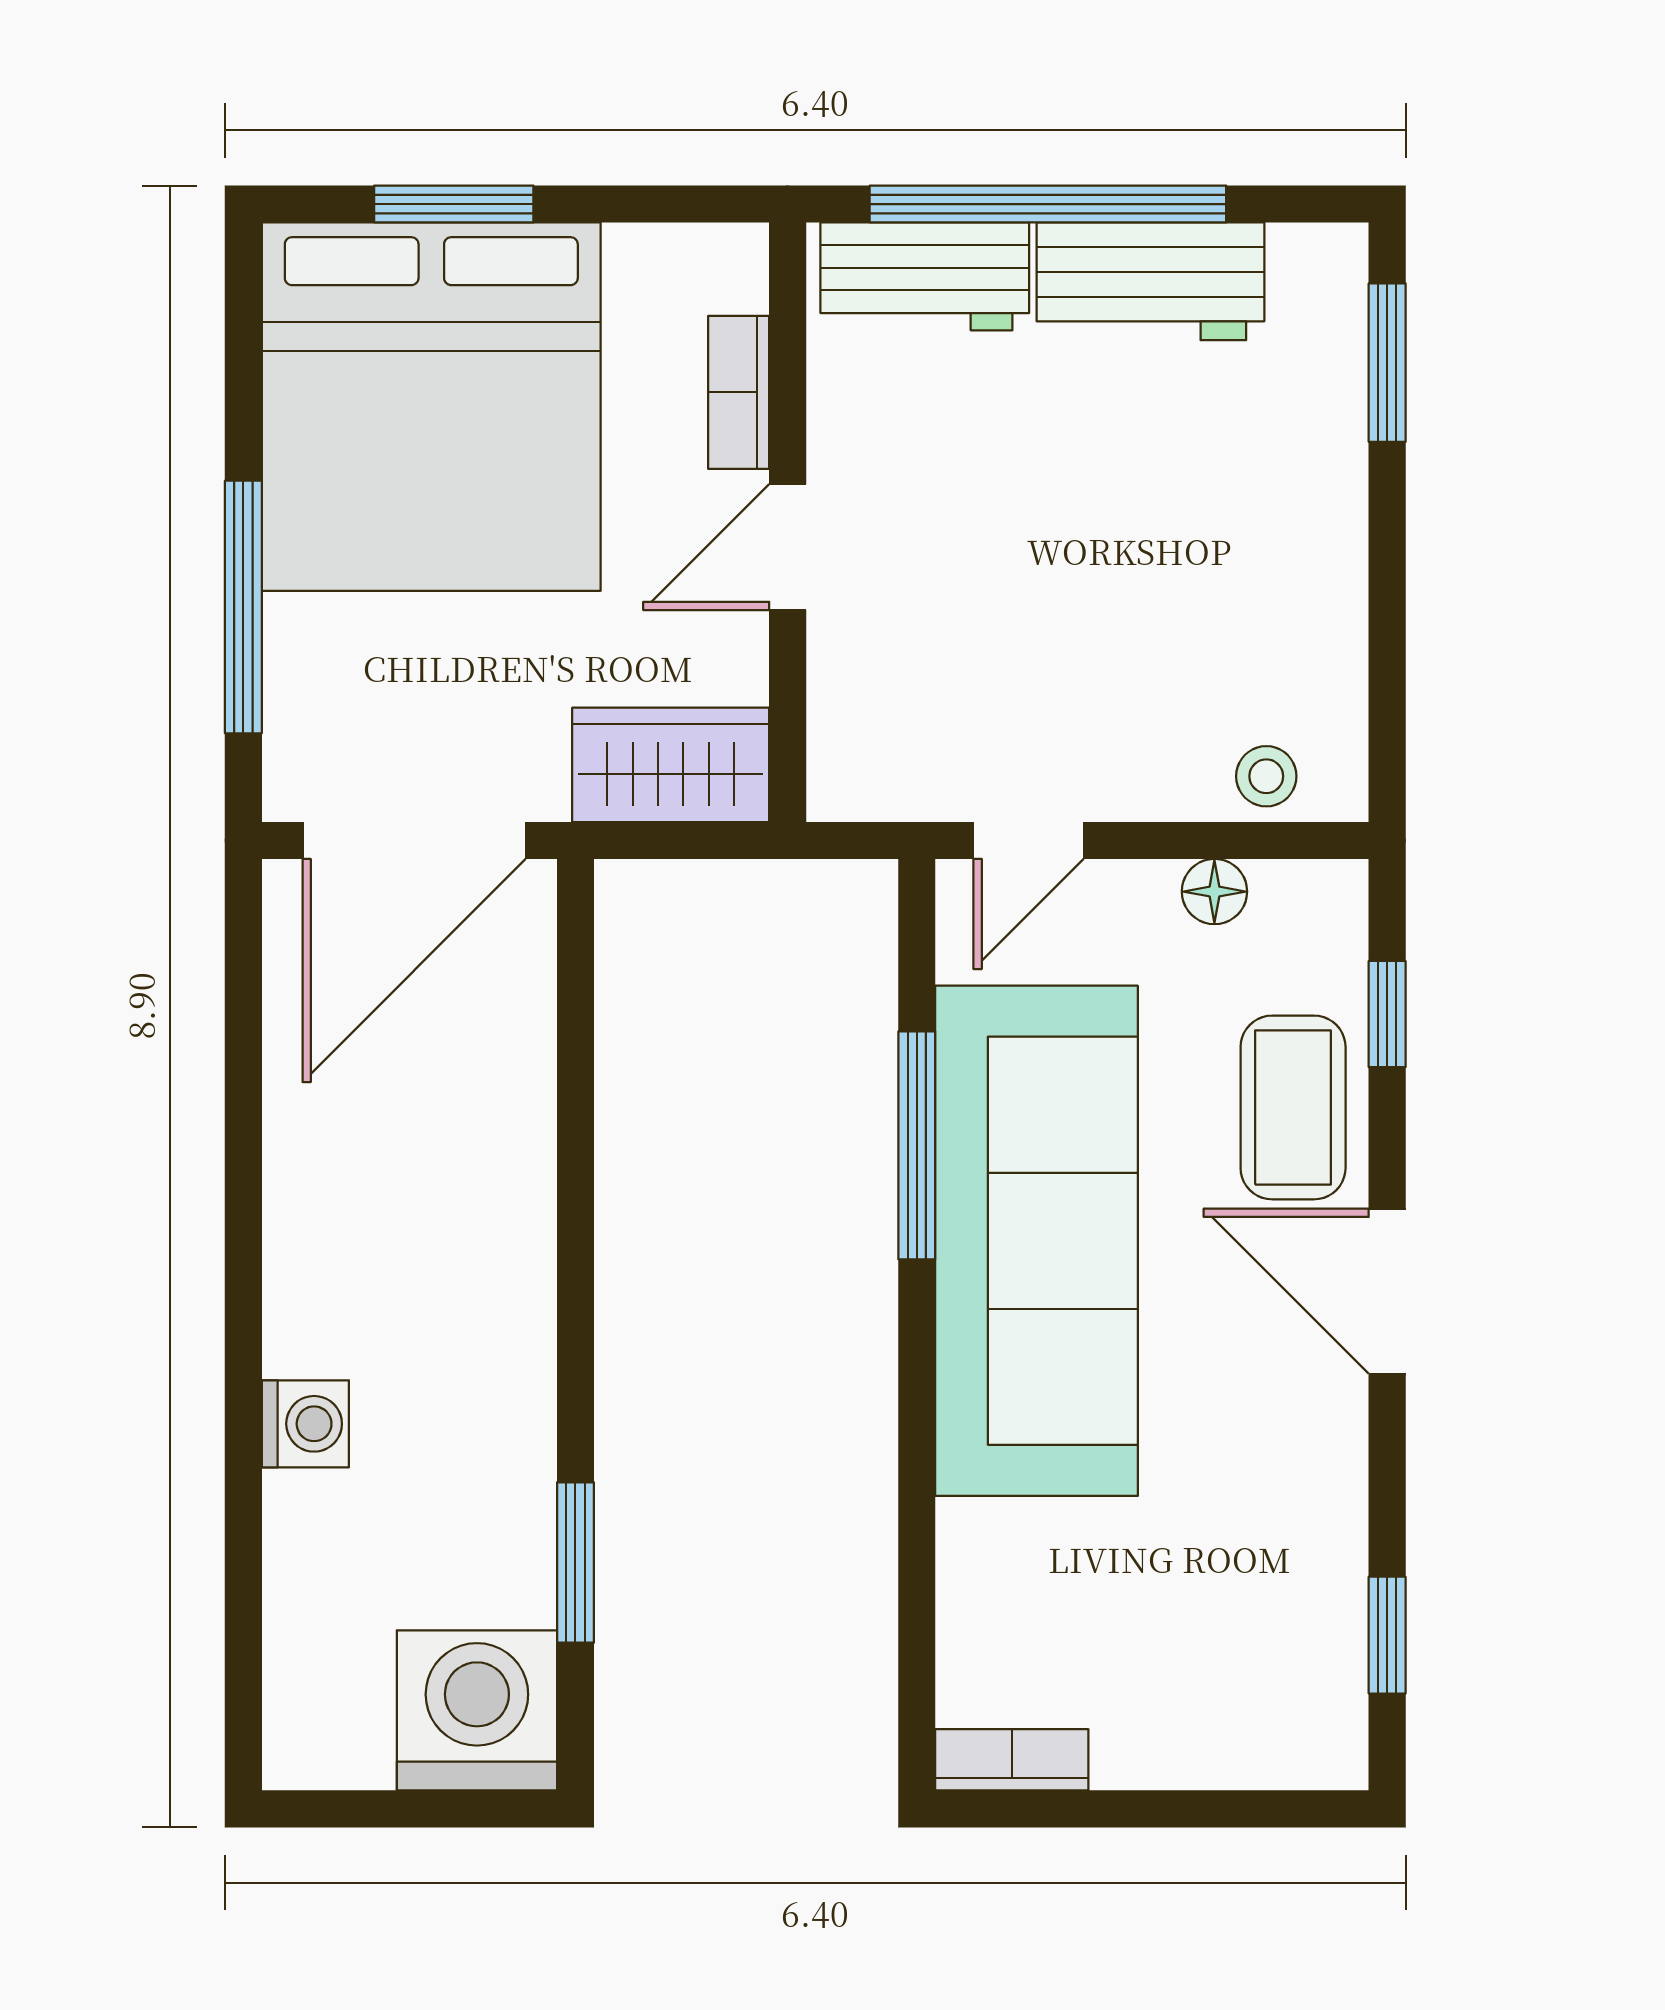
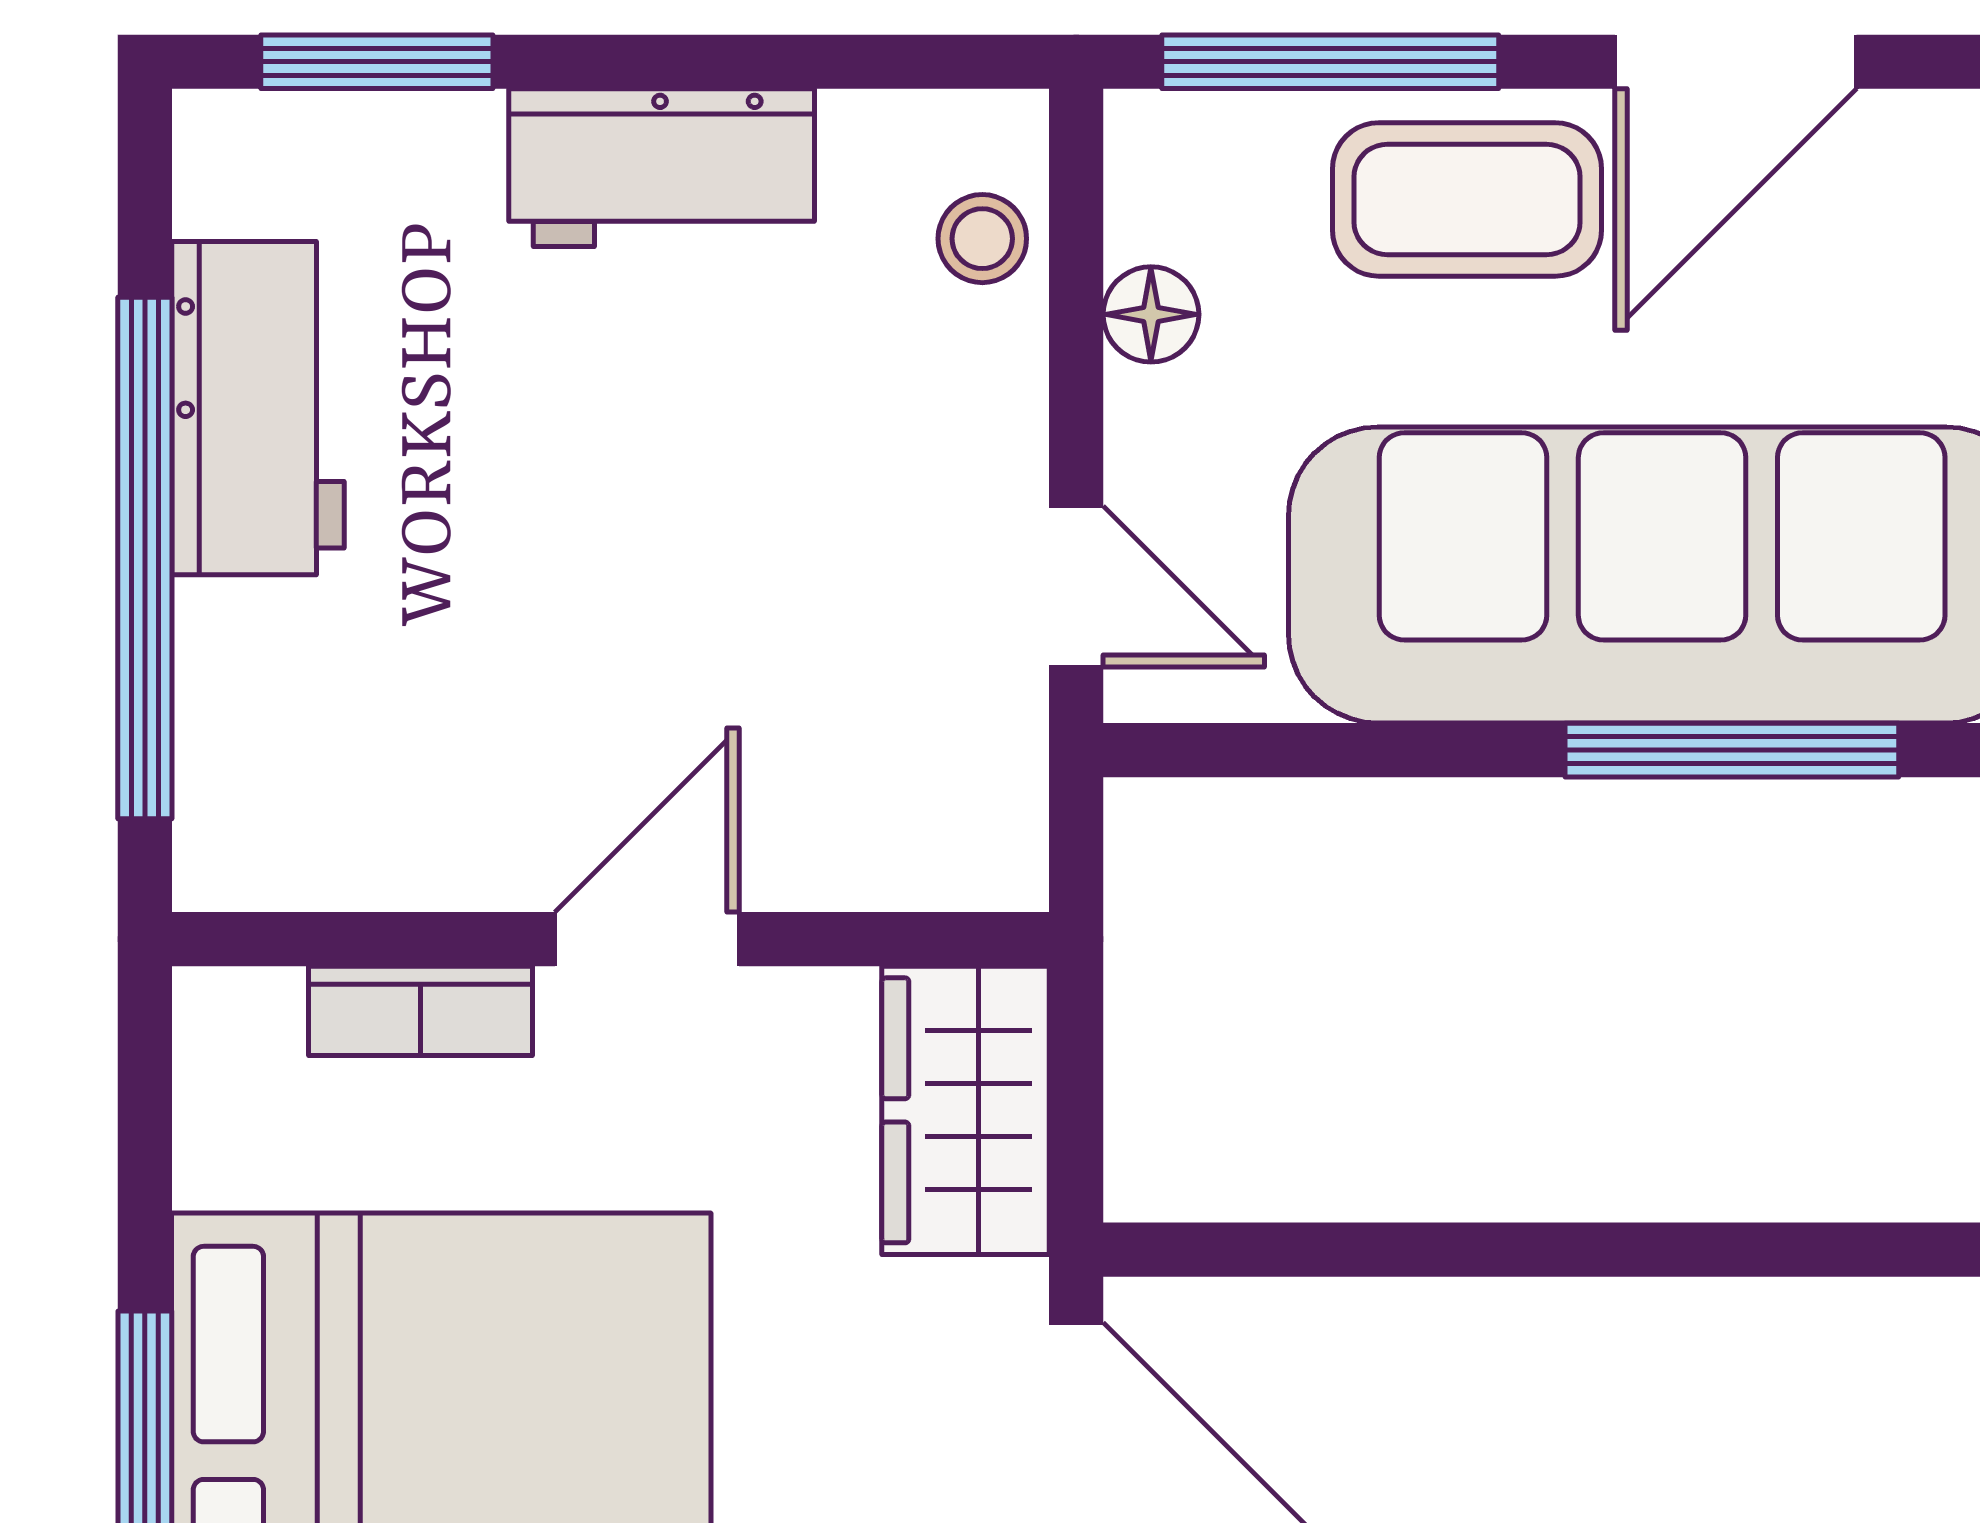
workbench: (925, 276) -> (662, 168), moved, turned 90
door: (788, 547) -> (647, 939), swing flipped
window: (1387, 1014) -> (1330, 62), width x2.17
window: (917, 1145) -> (1732, 750), moved

